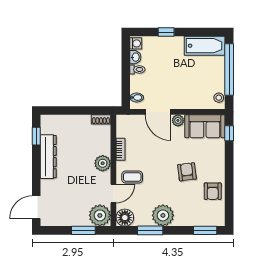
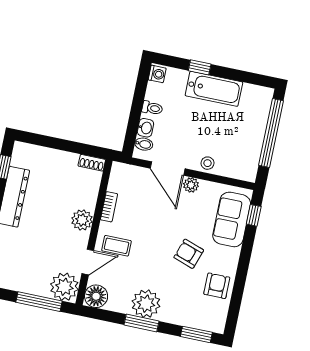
bathtub: (205, 46) -> (214, 89), moved
washbasin: (135, 57) -> (145, 128), moved
stool: (219, 98) -> (207, 163), moved
sofa: (205, 126) -> (232, 219), moved, turned 90
armchair: (187, 172) -> (189, 254), turned -64
armchair: (213, 191) -> (217, 286), turned 180
window: (83, 230) -> (39, 302), width x1.44
window: (150, 230) -> (142, 323), moved

